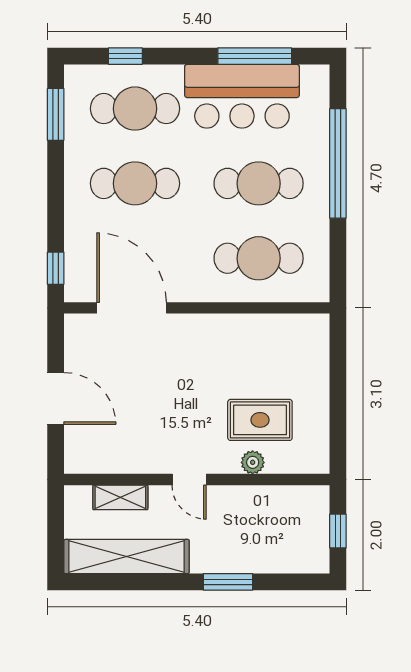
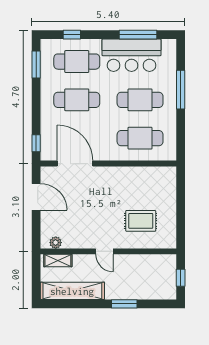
window: (338, 163) -> (181, 90), width x0.68
door: (56, 398) -> (36, 197), moved
plant: (253, 462) -> (56, 243), moved
shelving: (120, 497) -> (58, 261), moved

